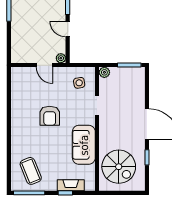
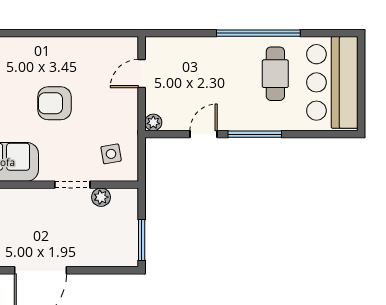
door: (44, 65) -> (142, 74), moved
plant: (104, 72) -> (101, 197), moved

